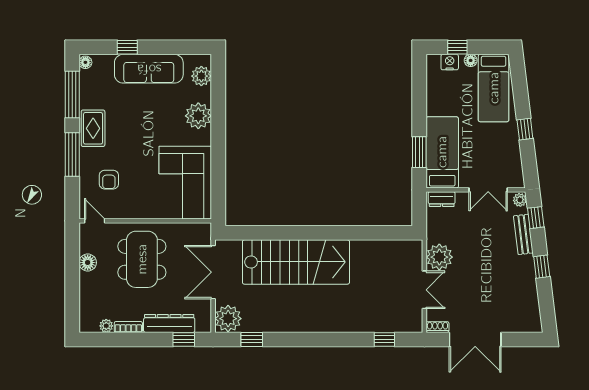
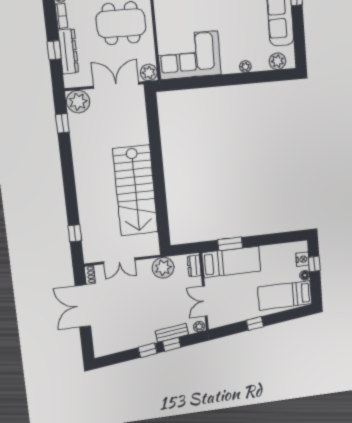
plant: (198, 116) -> (245, 67), width x0.53, depth x0.53
window: (536, 218) -> (172, 344), moved
plant: (202, 232) -> (149, 72), added
plant: (439, 257) -> (163, 268), moved
stairs: (296, 262) -> (135, 190), moved
window: (184, 339) -> (54, 50), moved

